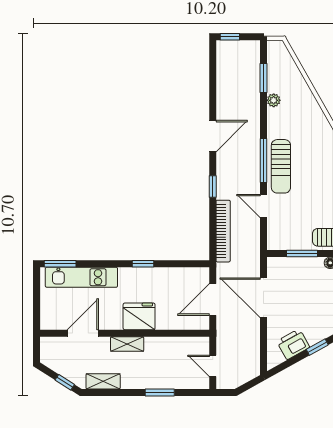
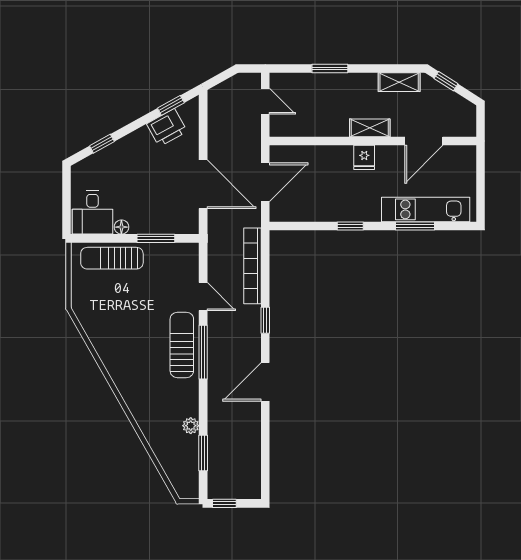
window: (230, 37) -> (224, 503), moved
window: (60, 264) -> (415, 226), moved
fridge: (139, 316) -> (364, 157), width x0.53, depth x0.75
window: (317, 347) -> (171, 105), moved

